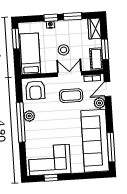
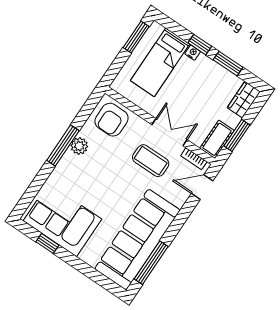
stool: (64, 50) -> (185, 97), removed
bed: (30, 54) -> (160, 62), moved, turned 180
plant: (100, 103) -> (179, 197), removed
window: (21, 122) -> (63, 146), width x0.68

